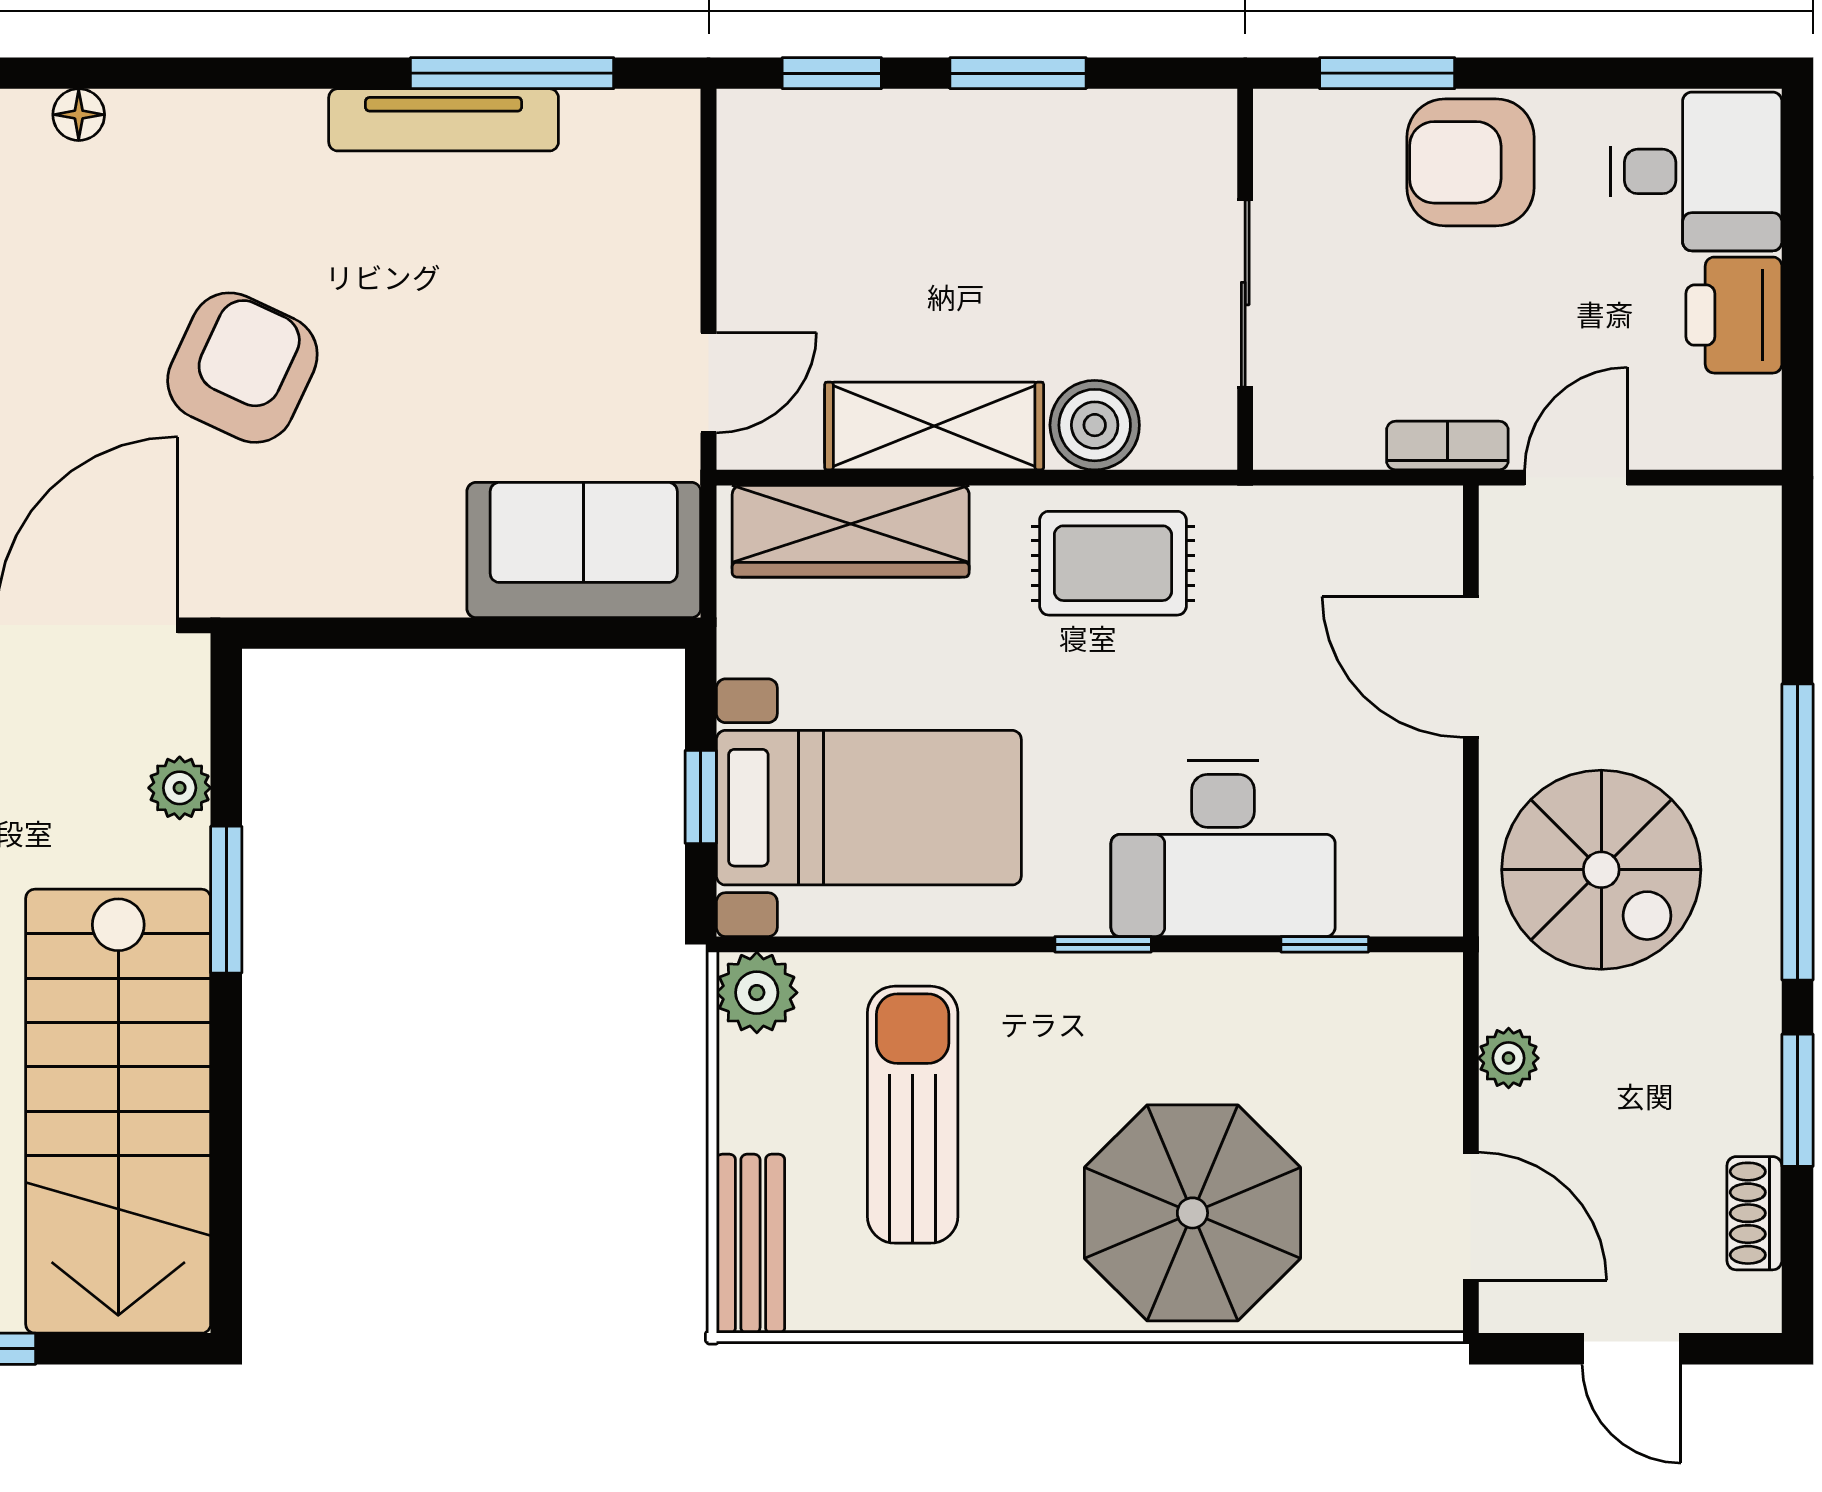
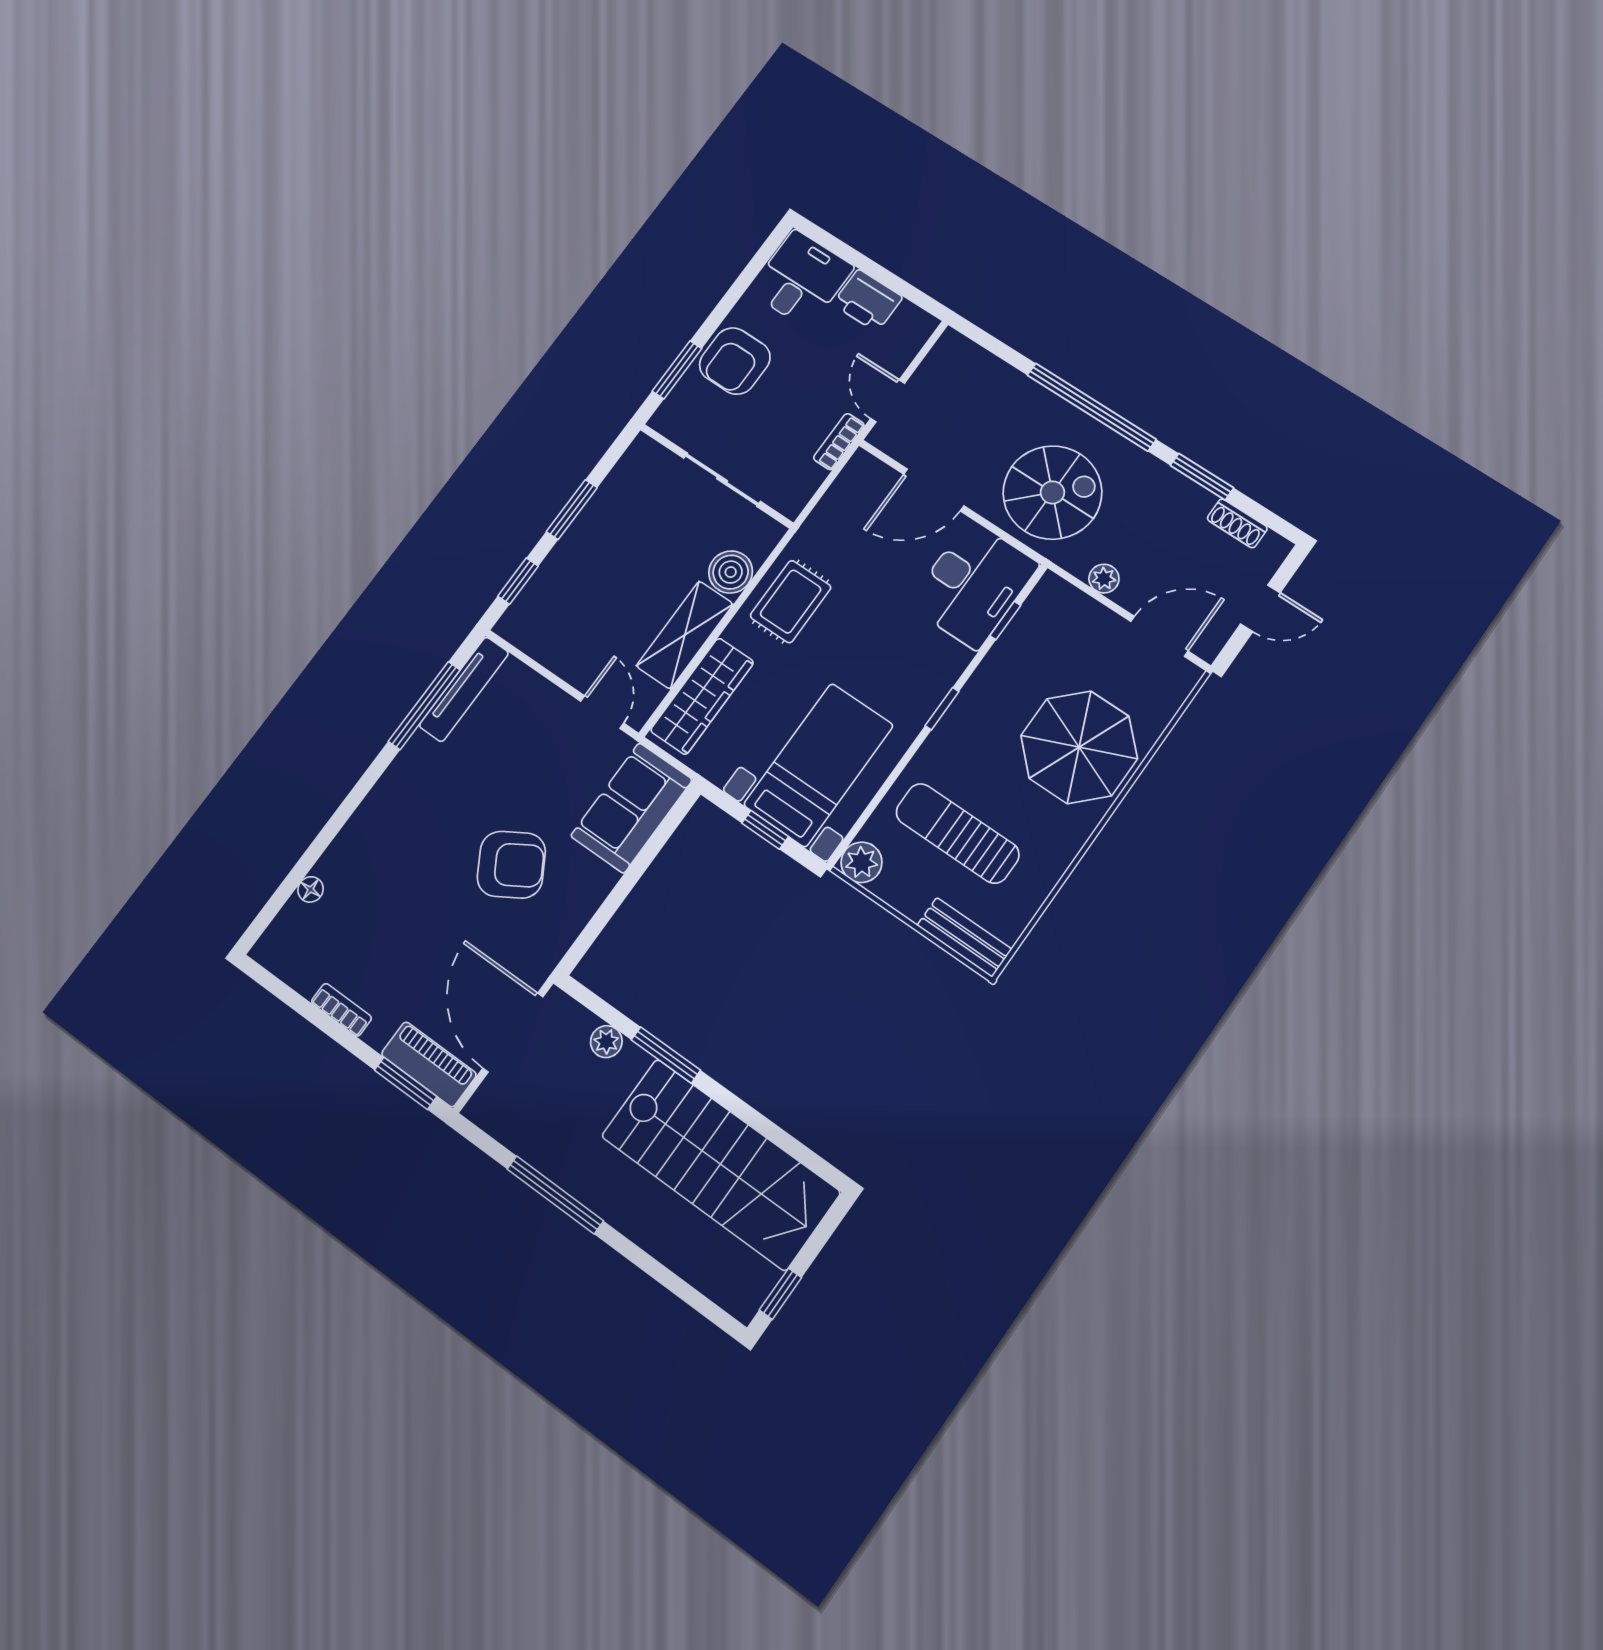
tv unit: (444, 120) -> (464, 689), moved
armchair: (242, 368) -> (511, 865), moved, turned 124
desk: (1223, 848) -> (973, 584), moved

